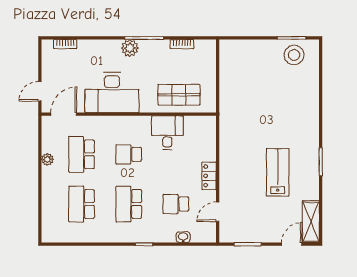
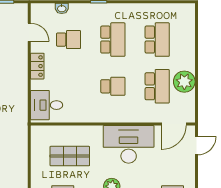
shop shelf: (179, 95) -> (70, 156), moved
desk: (167, 133) -> (47, 105), moved, turned 90
plant: (47, 159) -> (184, 82), width x1.88, depth x1.88
door: (218, 212) -> (29, 32), hinge flipped

